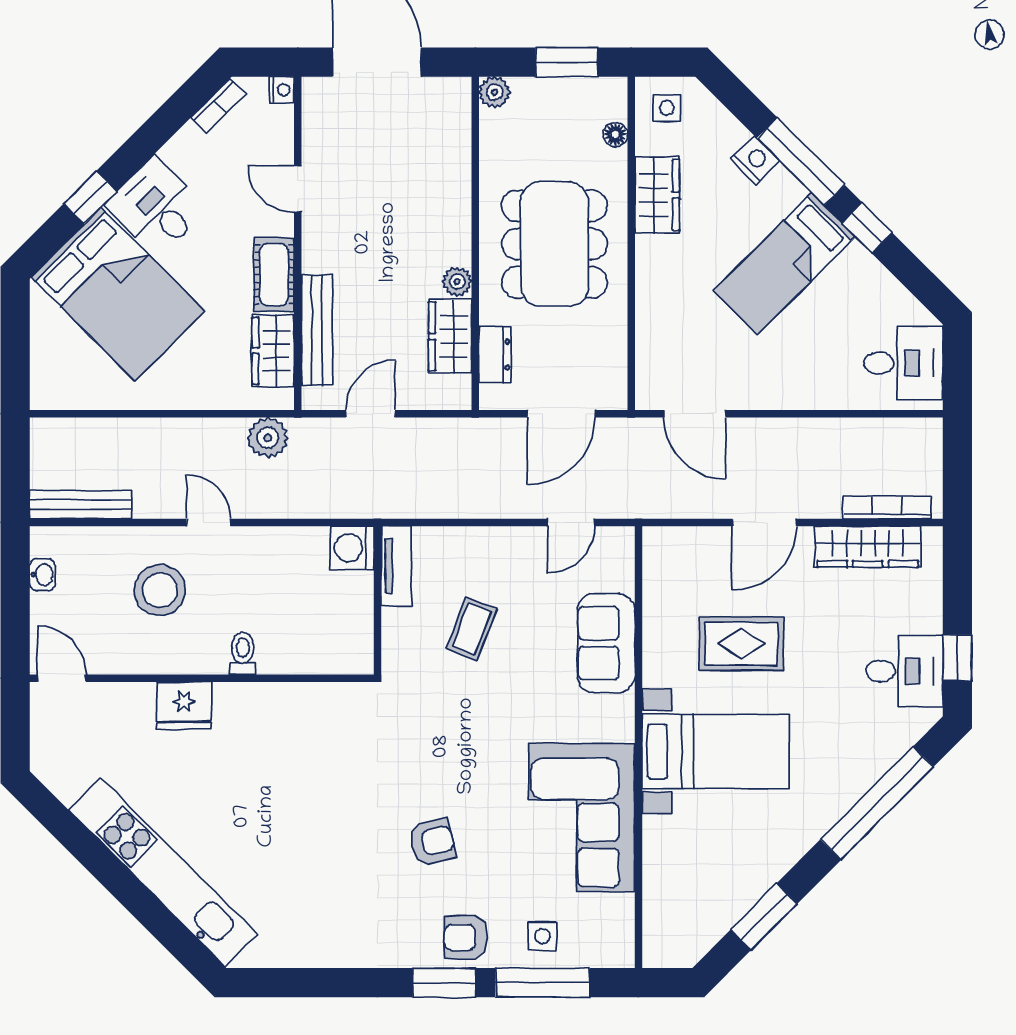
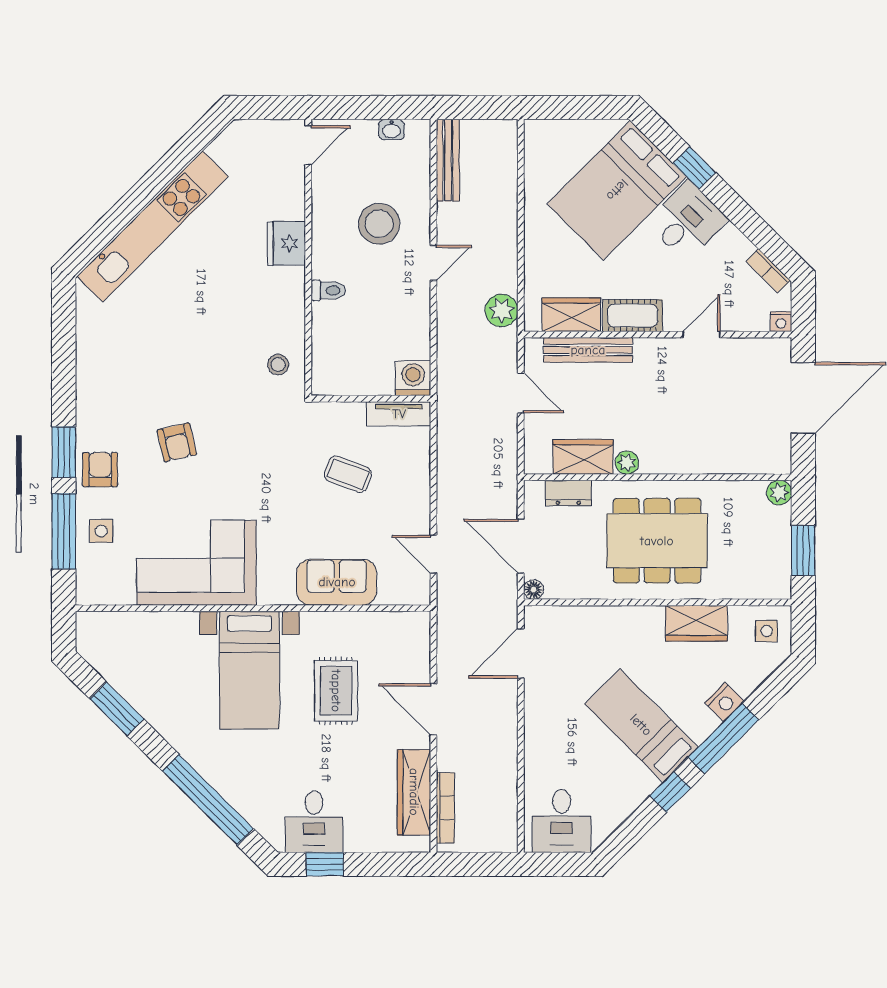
floor lamp: (615, 134) -> (534, 590), moved
stool: (335, 716) -> (278, 364), added

